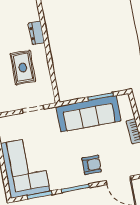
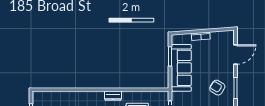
armchair: (92, 165) -> (217, 88), moved, turned -59

